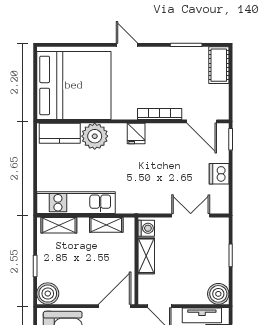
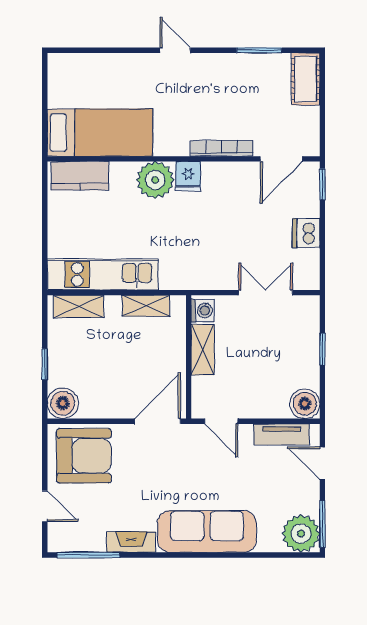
bed: (74, 85) -> (100, 133), width x0.49
door: (202, 121) -> (281, 159), hinge flipped
plant: (95, 136) -> (155, 180), moved

